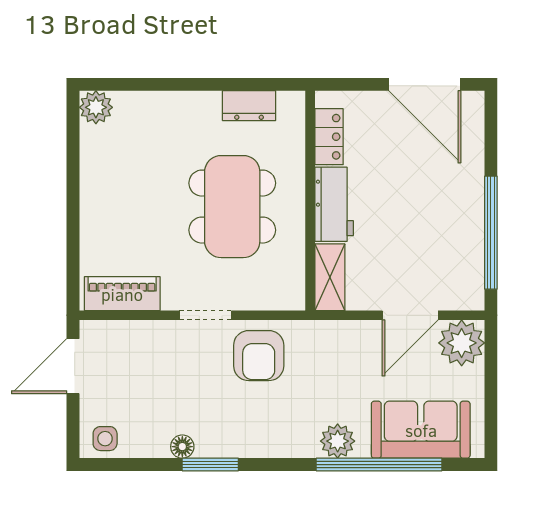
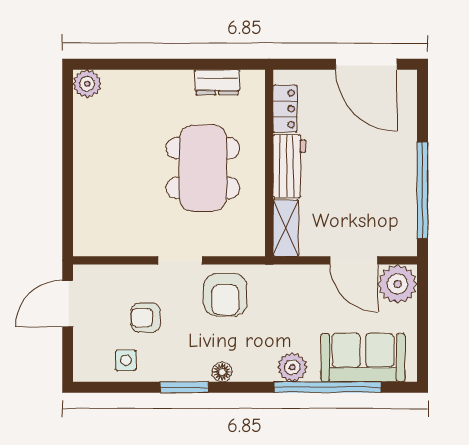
piano: (122, 294) -> (109, 242), removed
door: (410, 315) -> (354, 260), hinge flipped
armchair: (165, 383) -> (146, 318), added
side table: (105, 439) -> (126, 360), moved
floor lamp: (182, 447) -> (222, 372), moved

